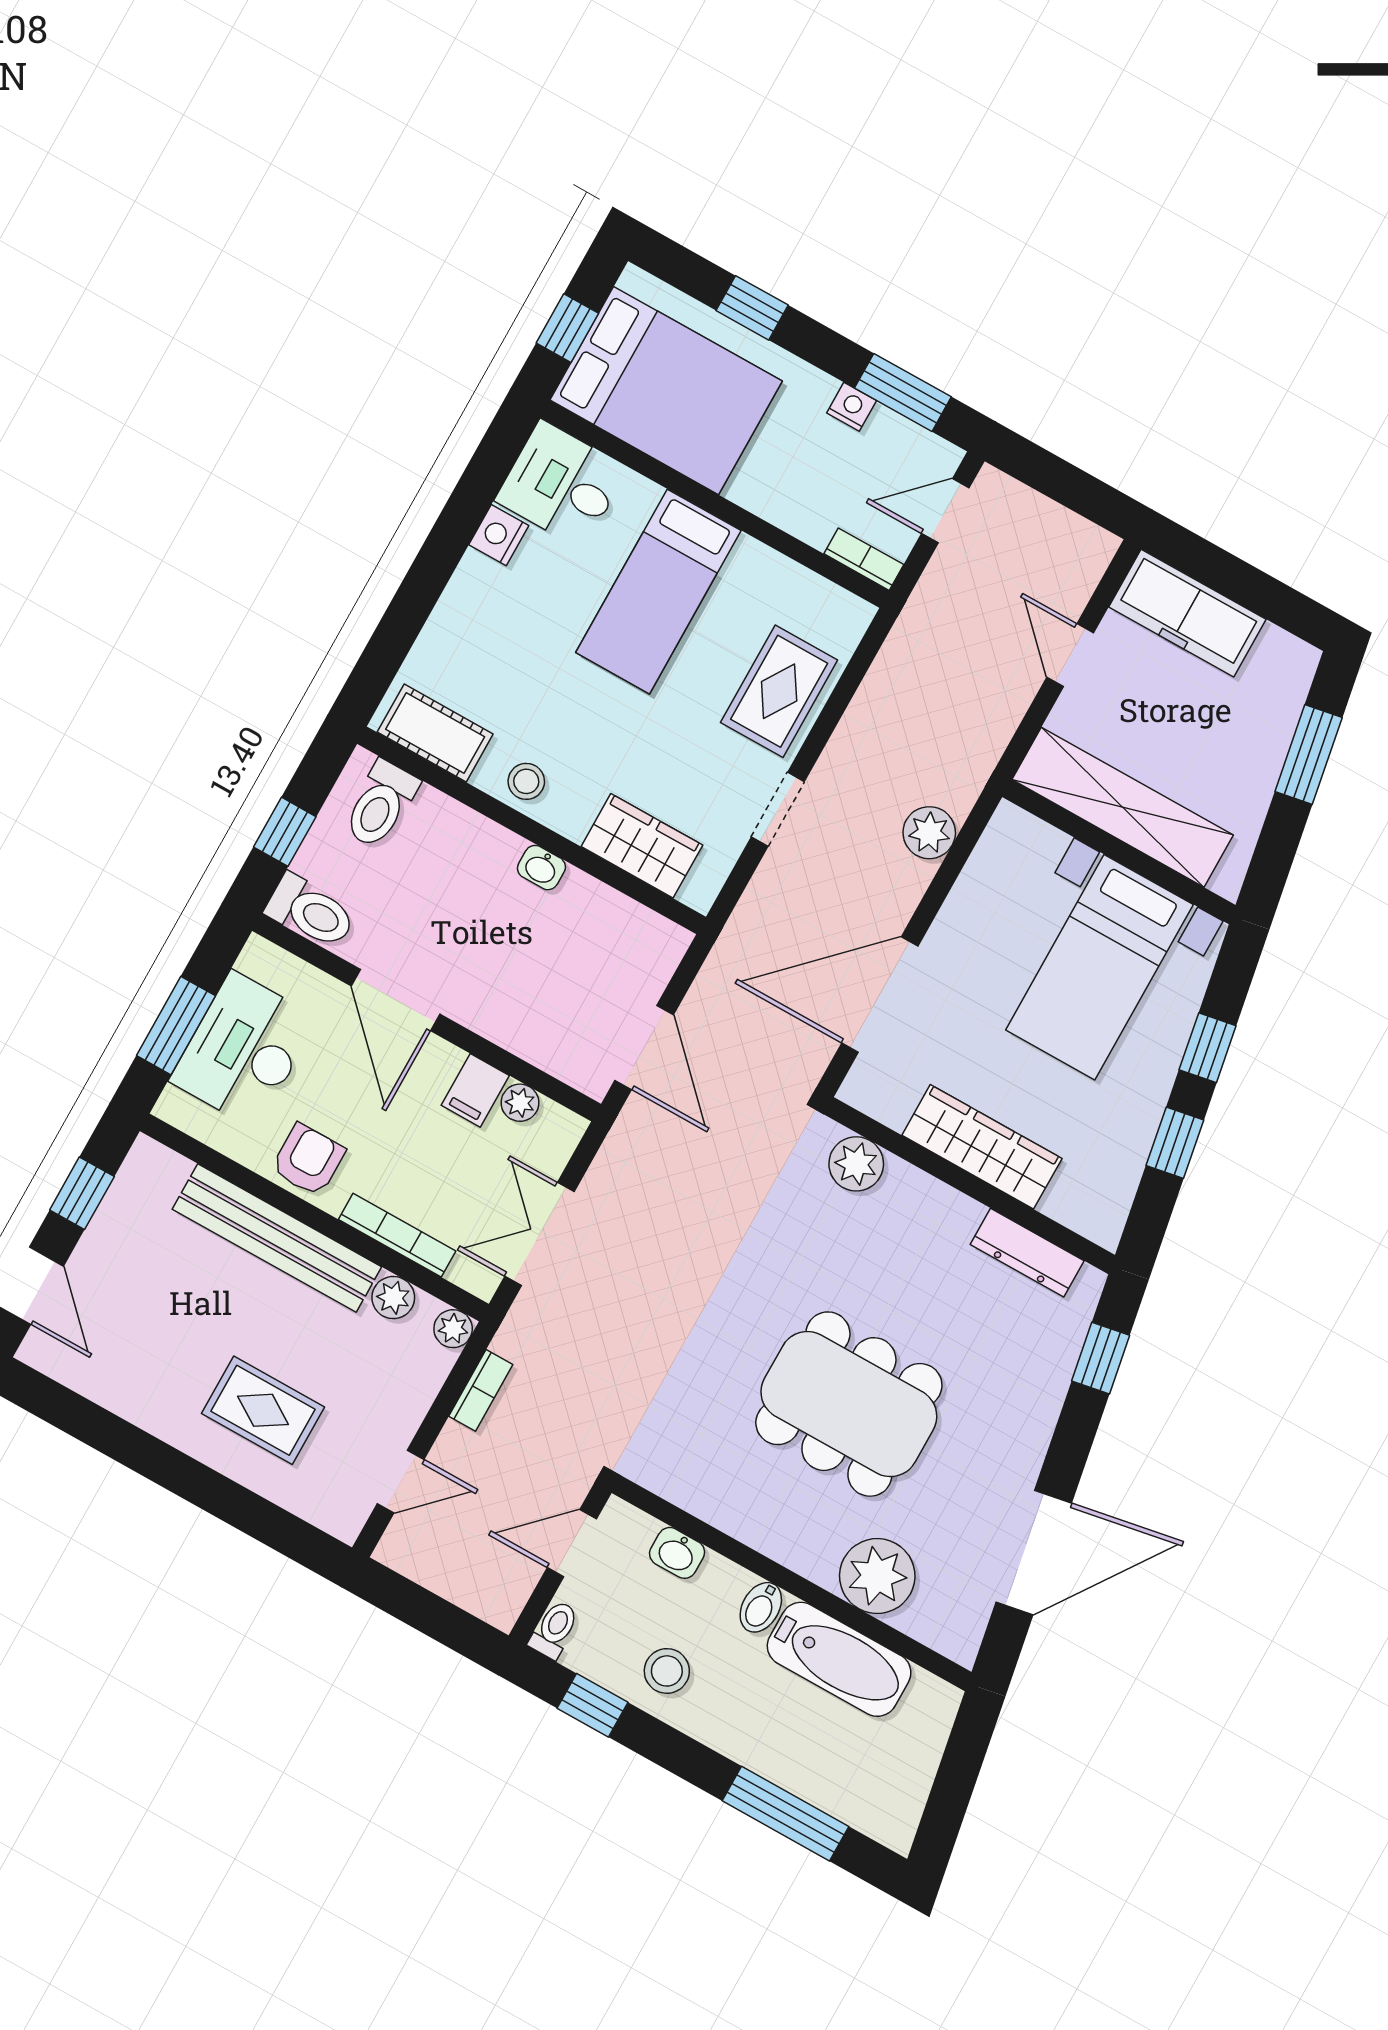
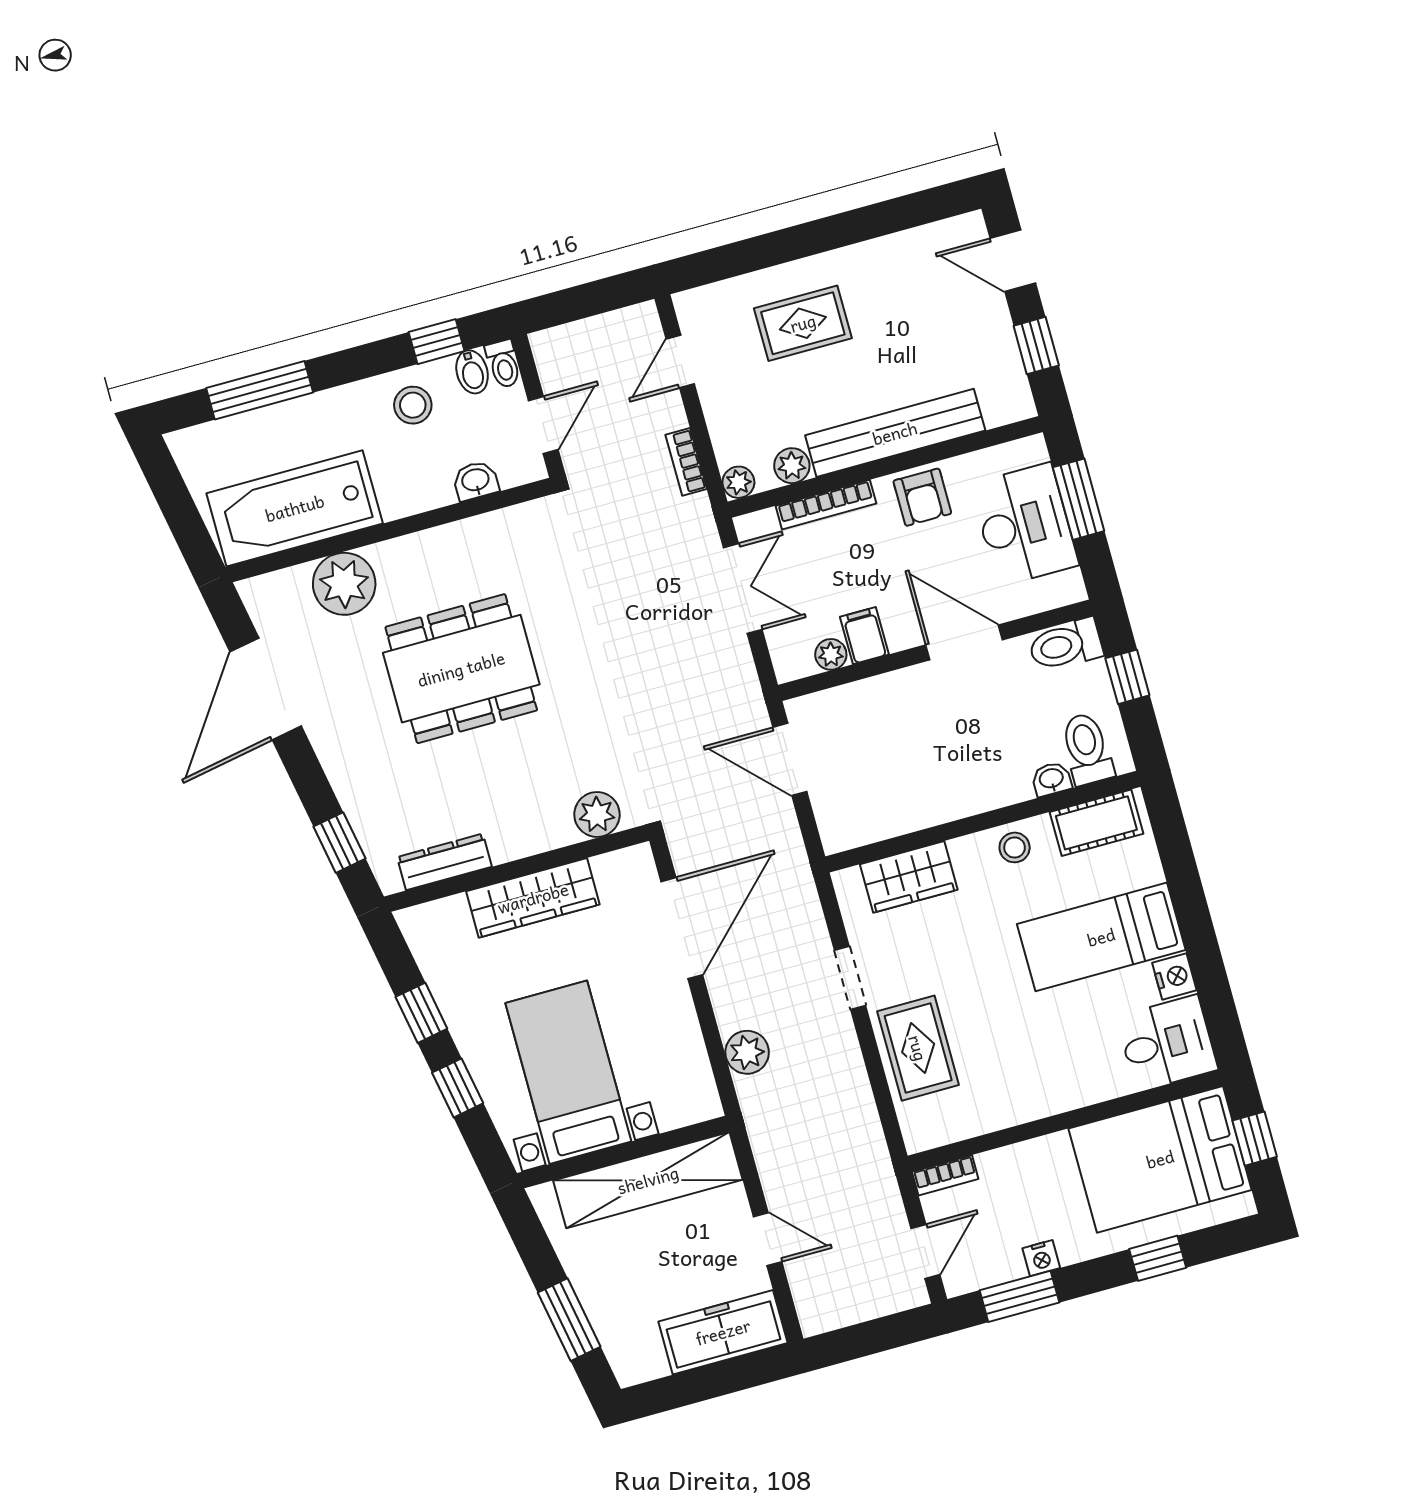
bed: (658, 592) -> (1101, 937), moved, turned -90
washbasin: (541, 868) -> (1051, 779), moved
bidet: (761, 1607) -> (472, 372), moved, turned 180
bathtub: (839, 1659) -> (295, 508), width x1.36, depth x1.36

